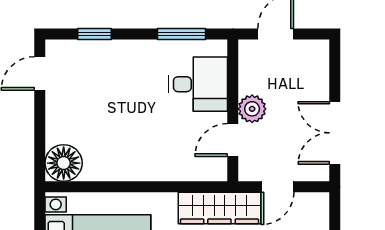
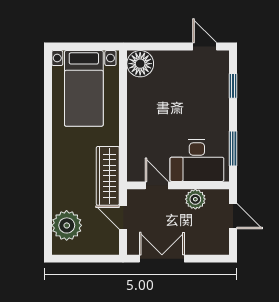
desk: (198, 84) -> (197, 160), width x1.37
plant: (252, 109) -> (195, 199), moved

